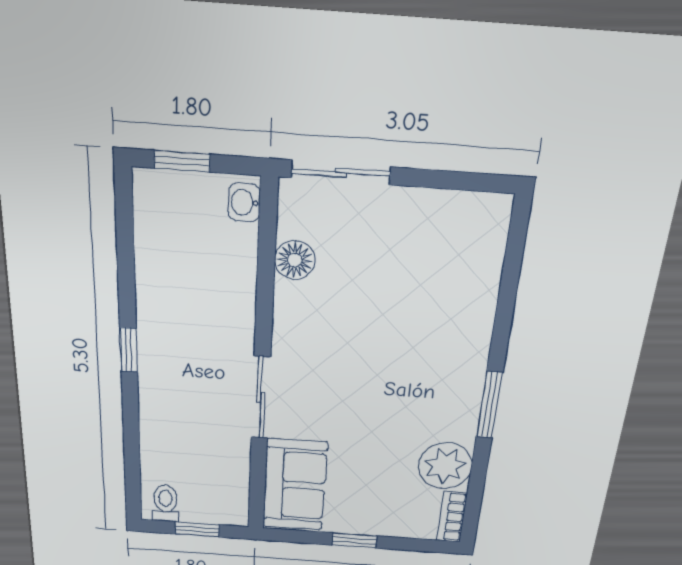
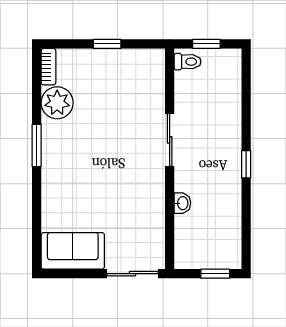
washbasin: (244, 202) -> (182, 203), moved
floor lamp: (295, 260) -> (154, 225), removed
sofa: (295, 485) -> (73, 251), moved, turned 90
toilet: (166, 503) -> (187, 62), moved, turned -90

